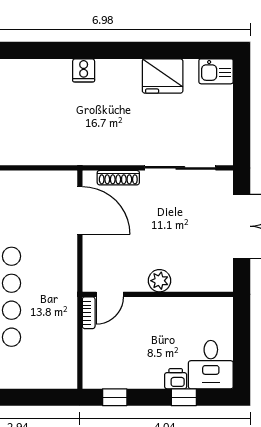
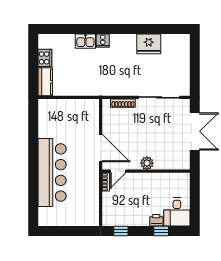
kitchen sink: (216, 71) -> (85, 41), moved
door: (80, 211) -> (101, 148), moved

